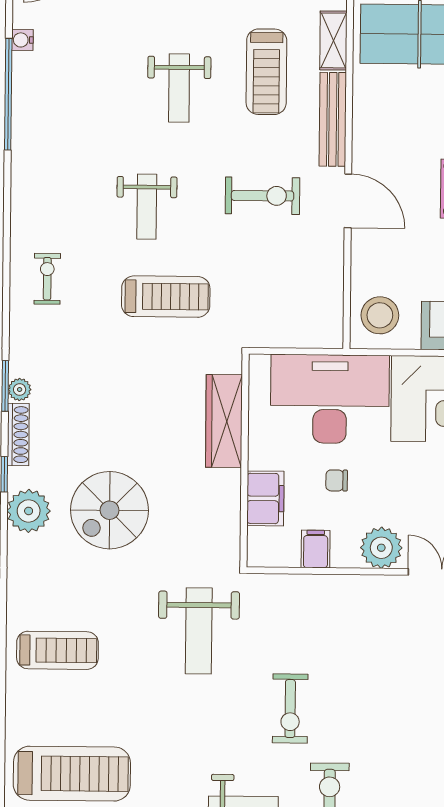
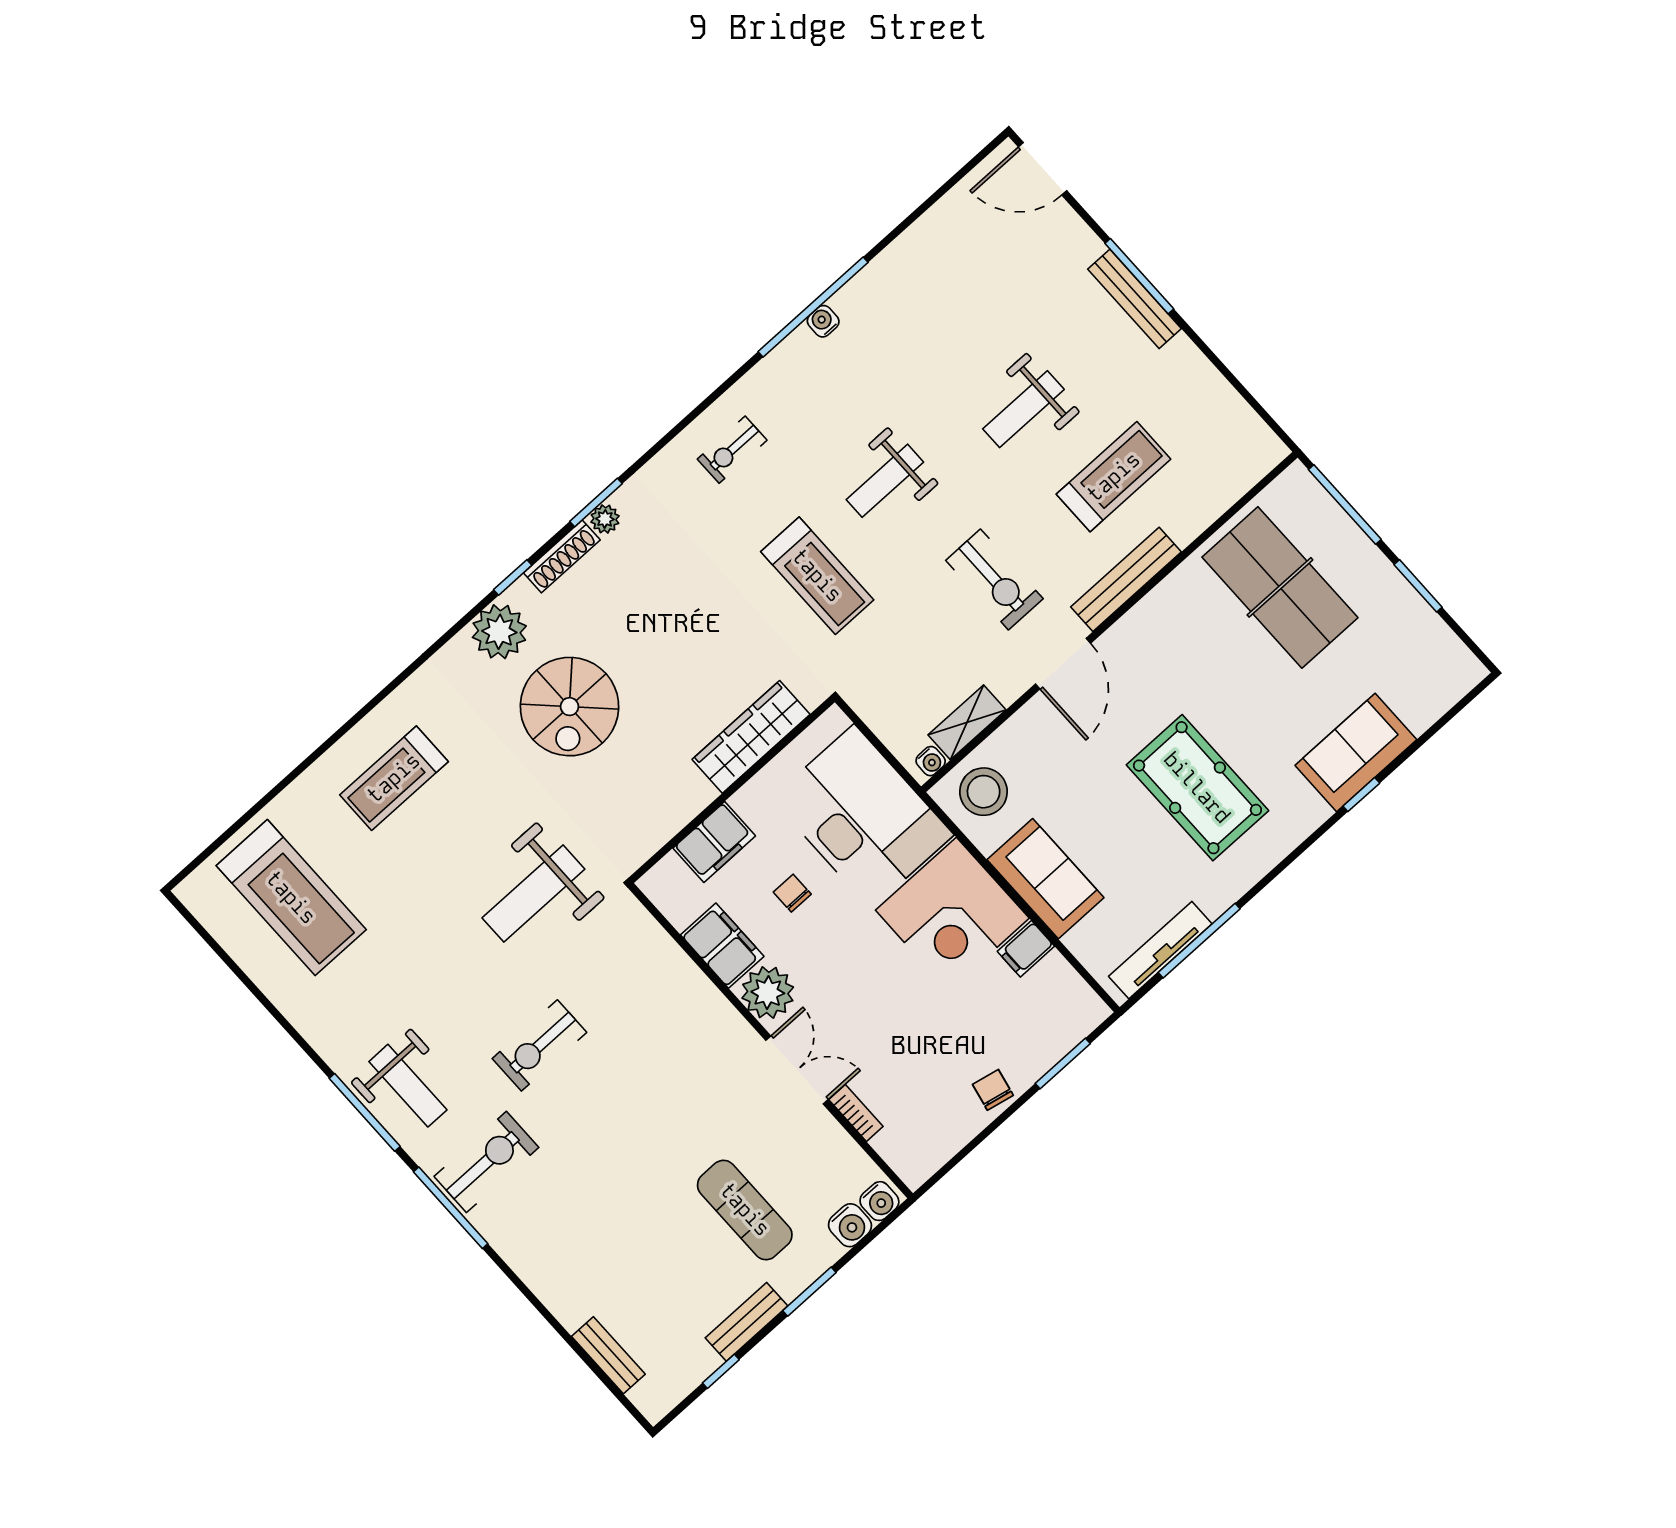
water cooler: (22, 40) -> (823, 321), moved
shelving: (333, 40) -> (967, 722), moved
treadmill: (266, 72) -> (1114, 477), turned 180
window: (8, 94) -> (813, 307), moved
exercise bike: (47, 279) -> (732, 450), turned 180
water cooler: (334, 330) -> (931, 761), added
spiral stairs: (110, 510) -> (569, 707), turned -90
filing cabinet: (316, 549) -> (722, 946), width x2.00
treadmill: (57, 650) -> (394, 778), turned 90

